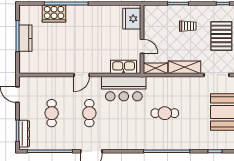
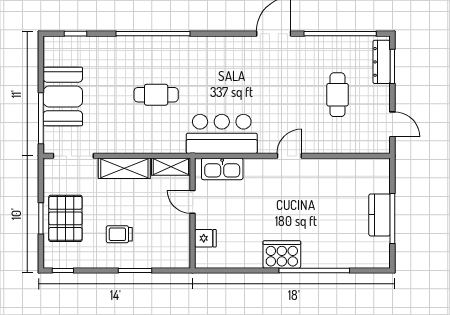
cooker: (54, 13) -> (282, 254), moved
fridge: (132, 19) -> (205, 238), width x0.53, depth x0.75
cafe table: (89, 113) -> (277, 95), removed

